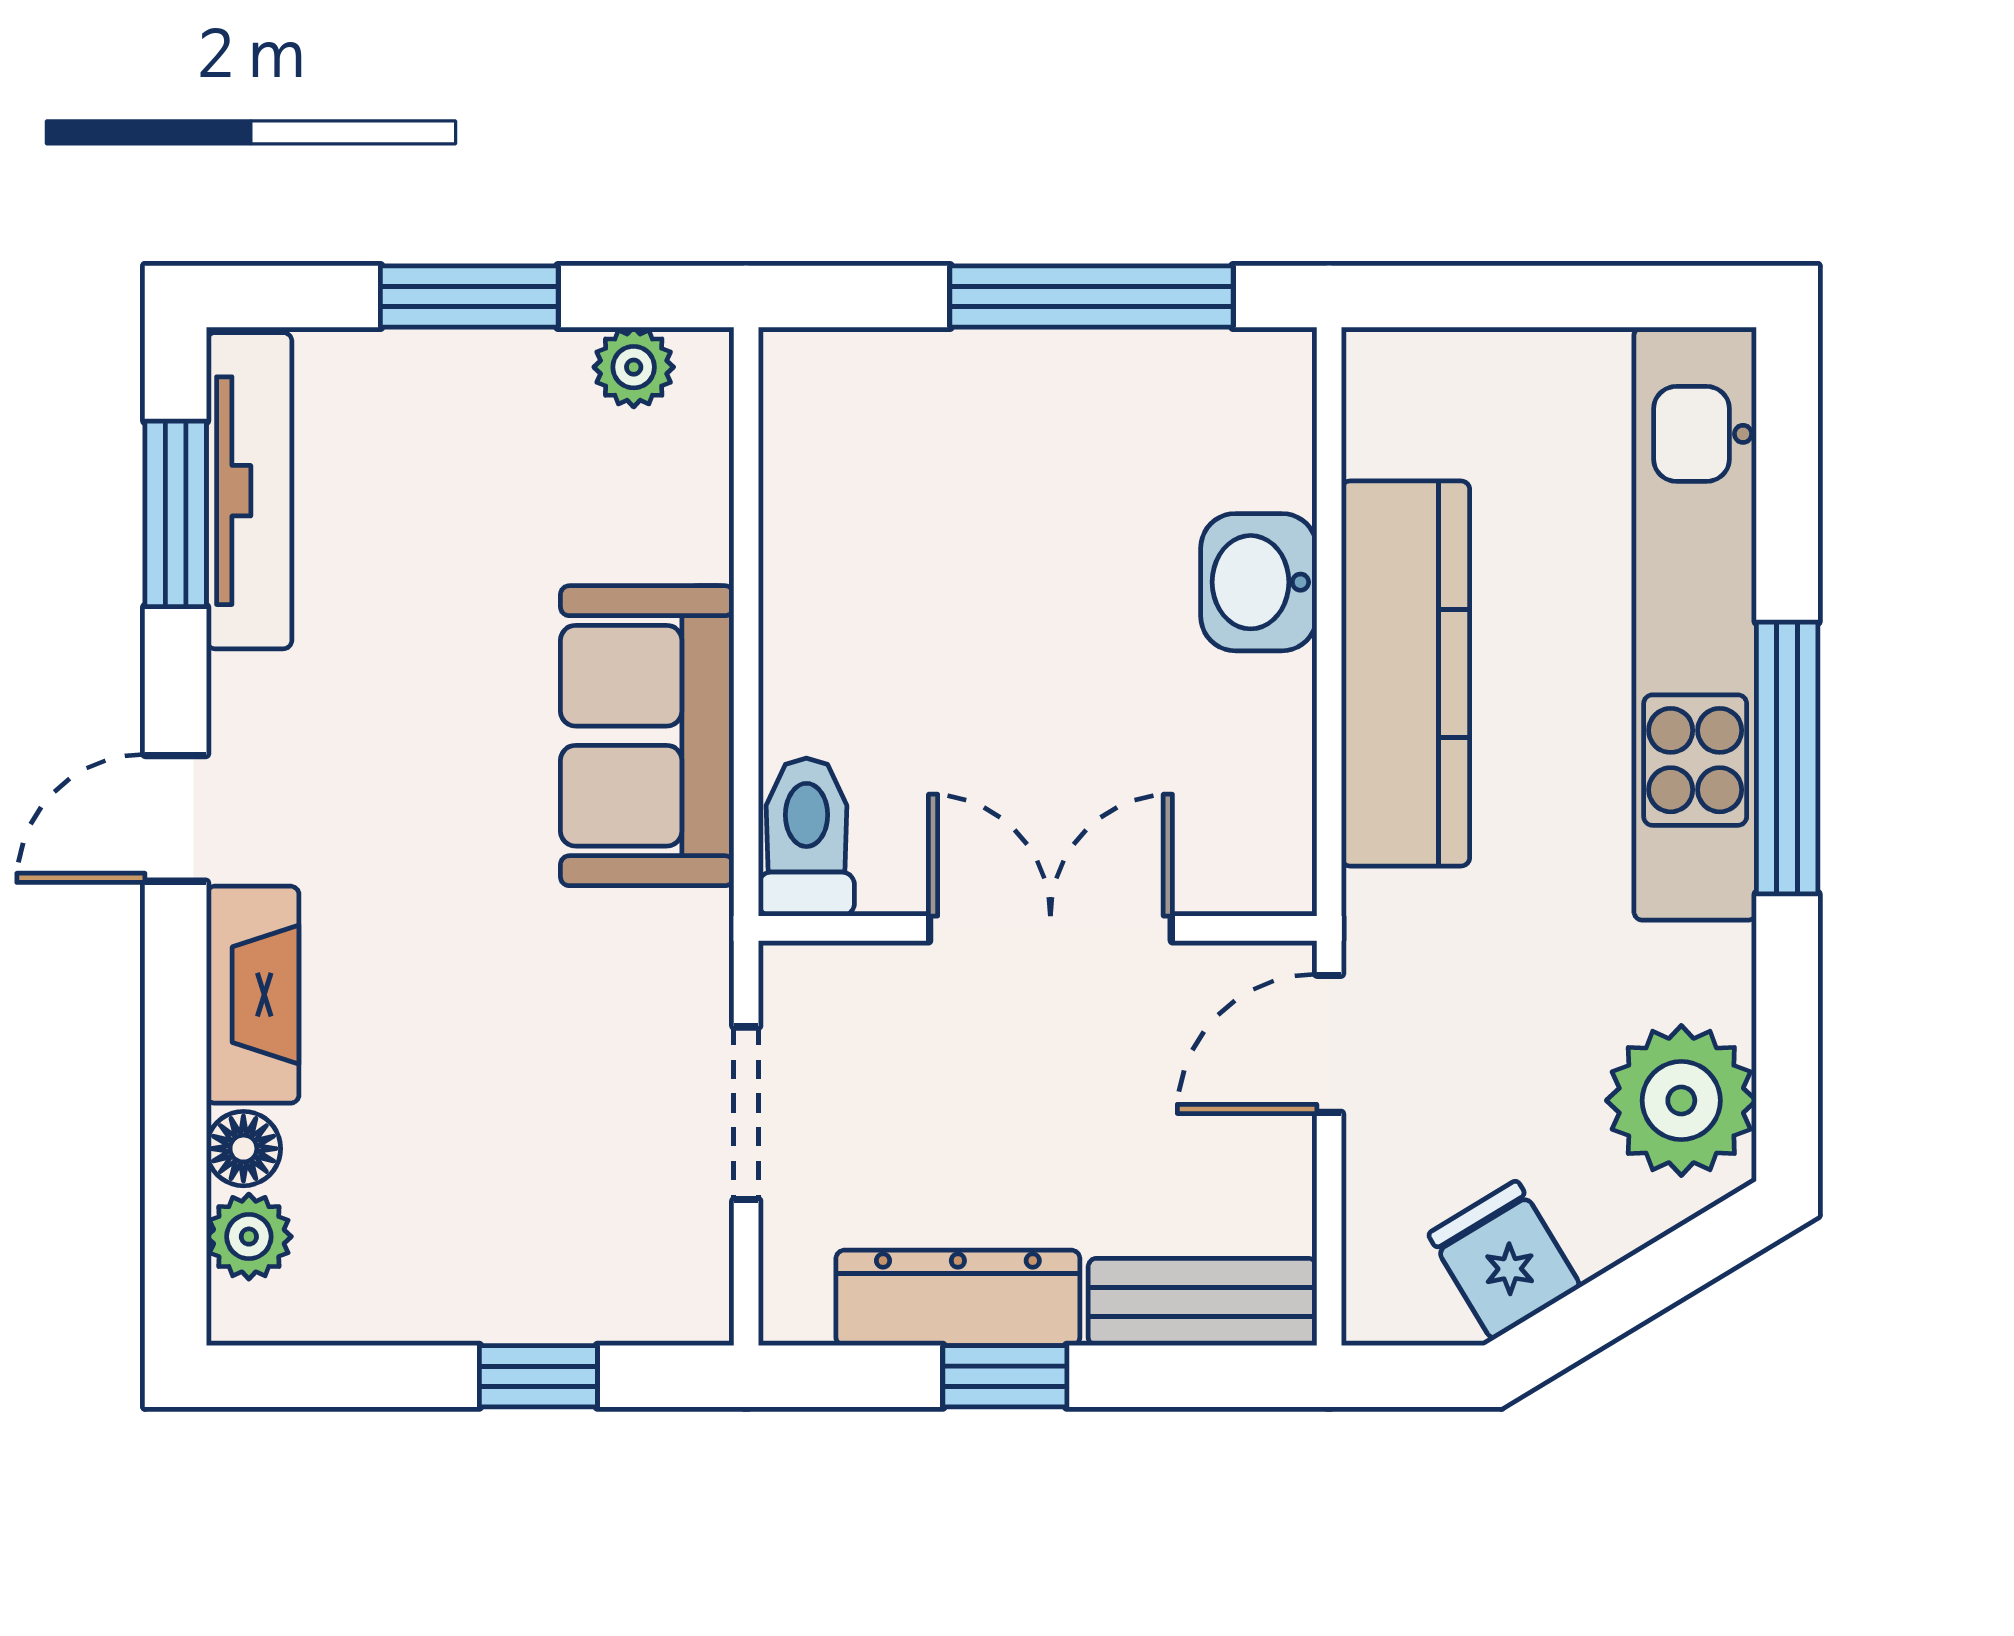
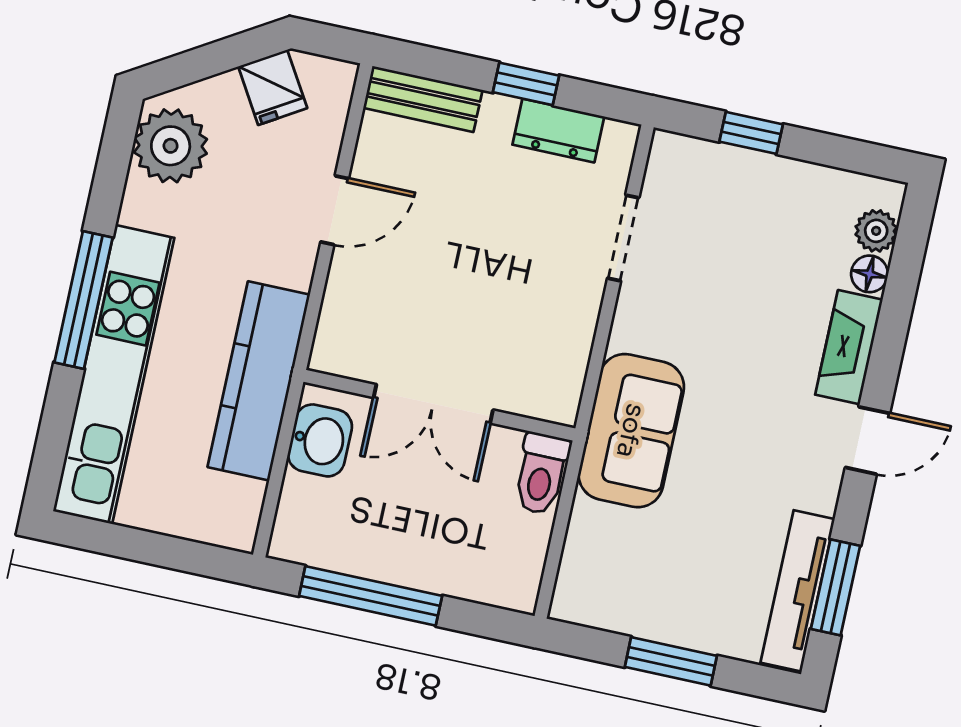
plant: (634, 367) -> (599, 610), removed
toilet: (806, 837) -> (541, 474), moved
wall: (1038, 928) -> (439, 405), moved
double door: (1050, 928) -> (433, 404), moved
dresser: (958, 1298) -> (558, 131), width x0.70

